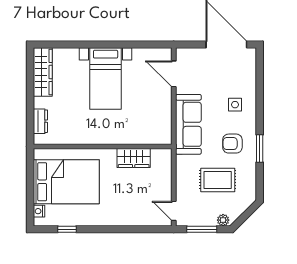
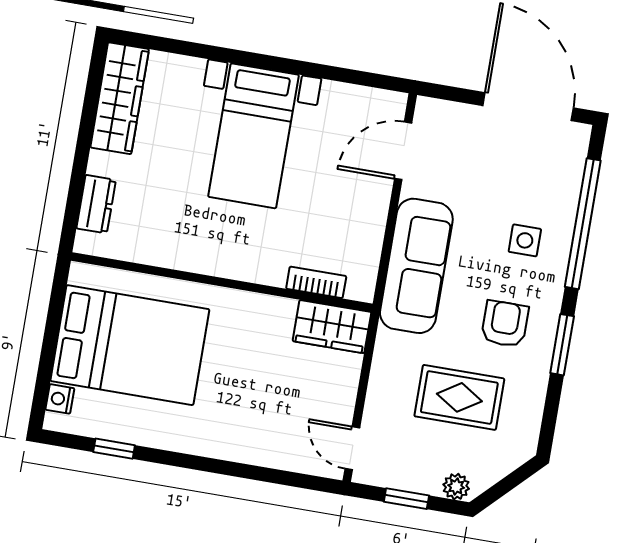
door: (174, 74) -> (403, 151), hinge flipped
window: (260, 93) -> (583, 224), added
bookcase: (145, 139) -> (316, 282), added
armchair: (232, 144) -> (505, 324), turned 90
wardrobe: (134, 158) -> (332, 327), moved
window: (202, 229) -> (406, 499), width x0.67

